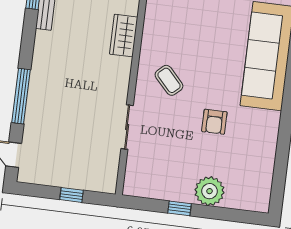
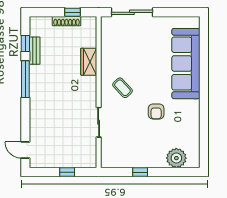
window: (21, 96) -> (25, 79), moved
plant: (210, 191) -> (176, 158), moved

